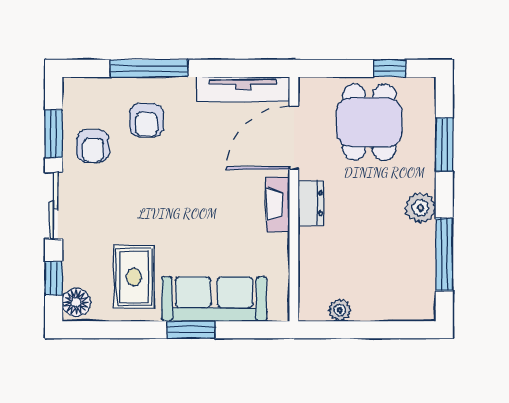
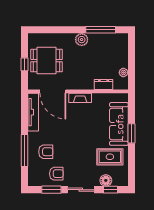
window: (390, 68) -> (25, 64), moved
window: (444, 145) -> (56, 30), removed
dresser: (311, 203) -> (104, 84), moved
floor lamp: (76, 302) -> (106, 180), moved

